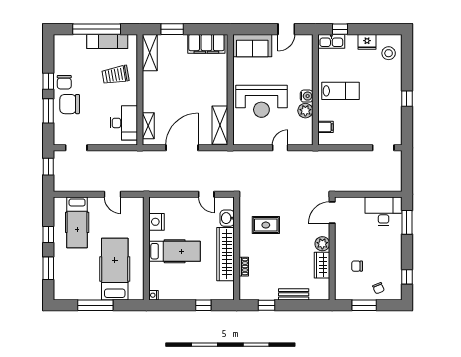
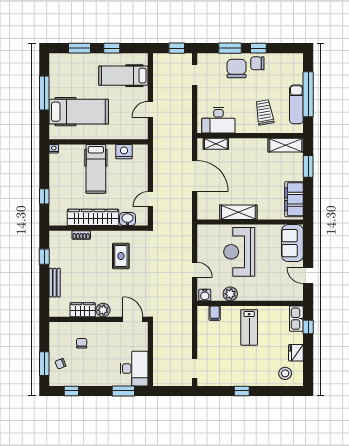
water cooler: (307, 96) -> (205, 295), moved
shelving: (220, 125) -> (238, 212), moved
window: (364, 305) -> (44, 364), moved

